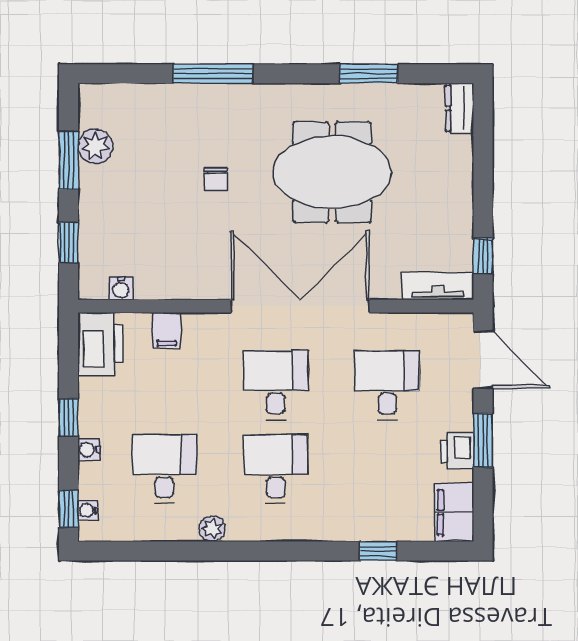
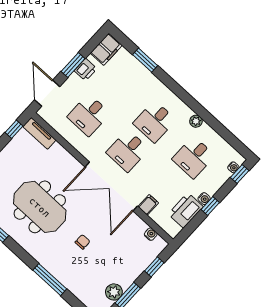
double door: (300, 306) -> (111, 187), moved
printer: (101, 344) -> (186, 210), moved
water cooler: (89, 450) -> (204, 199), moved
window: (378, 551) -> (145, 60), width x1.50

